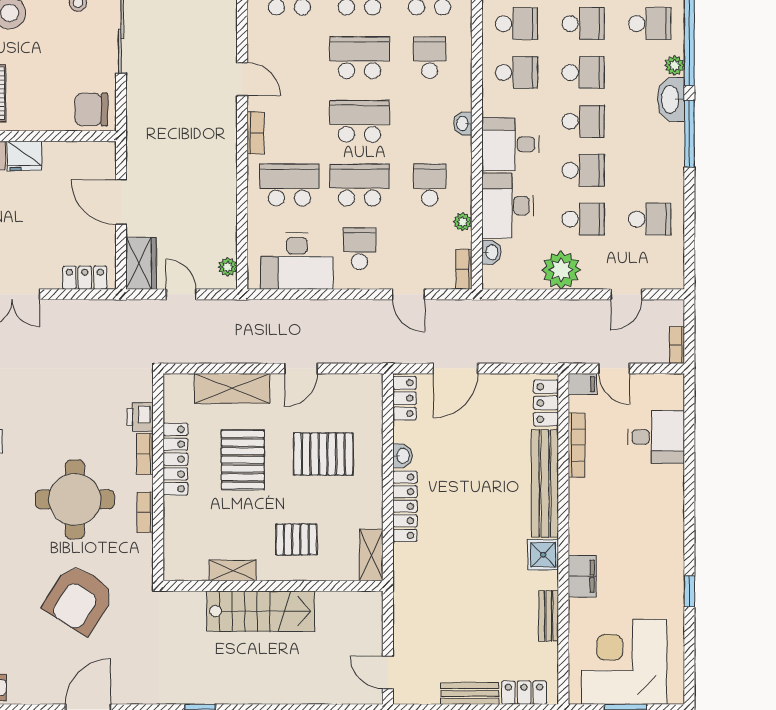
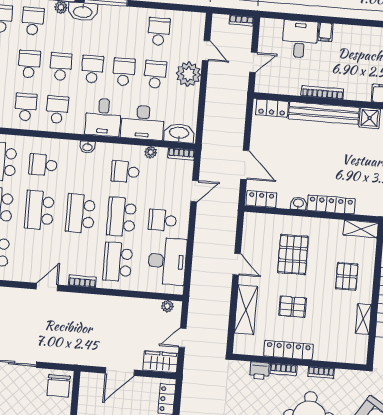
washbasin: (491, 252) -> (179, 133), width x1.91, depth x1.45
plant: (561, 270) -> (188, 74), moved
filing cabinet: (582, 384) -> (326, 32), moved, turned 180
bookcase: (576, 445) -> (322, 92), moved
pallet: (243, 460) -> (293, 307), width x0.67, depth x0.71

